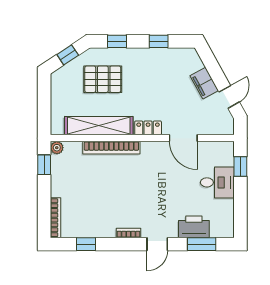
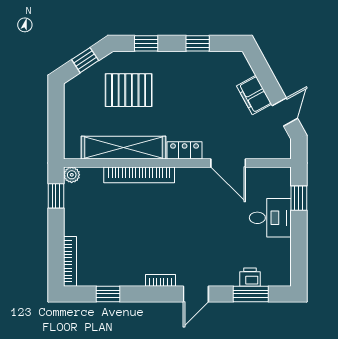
printer: (194, 227) -> (250, 277), width x0.53, depth x0.68

